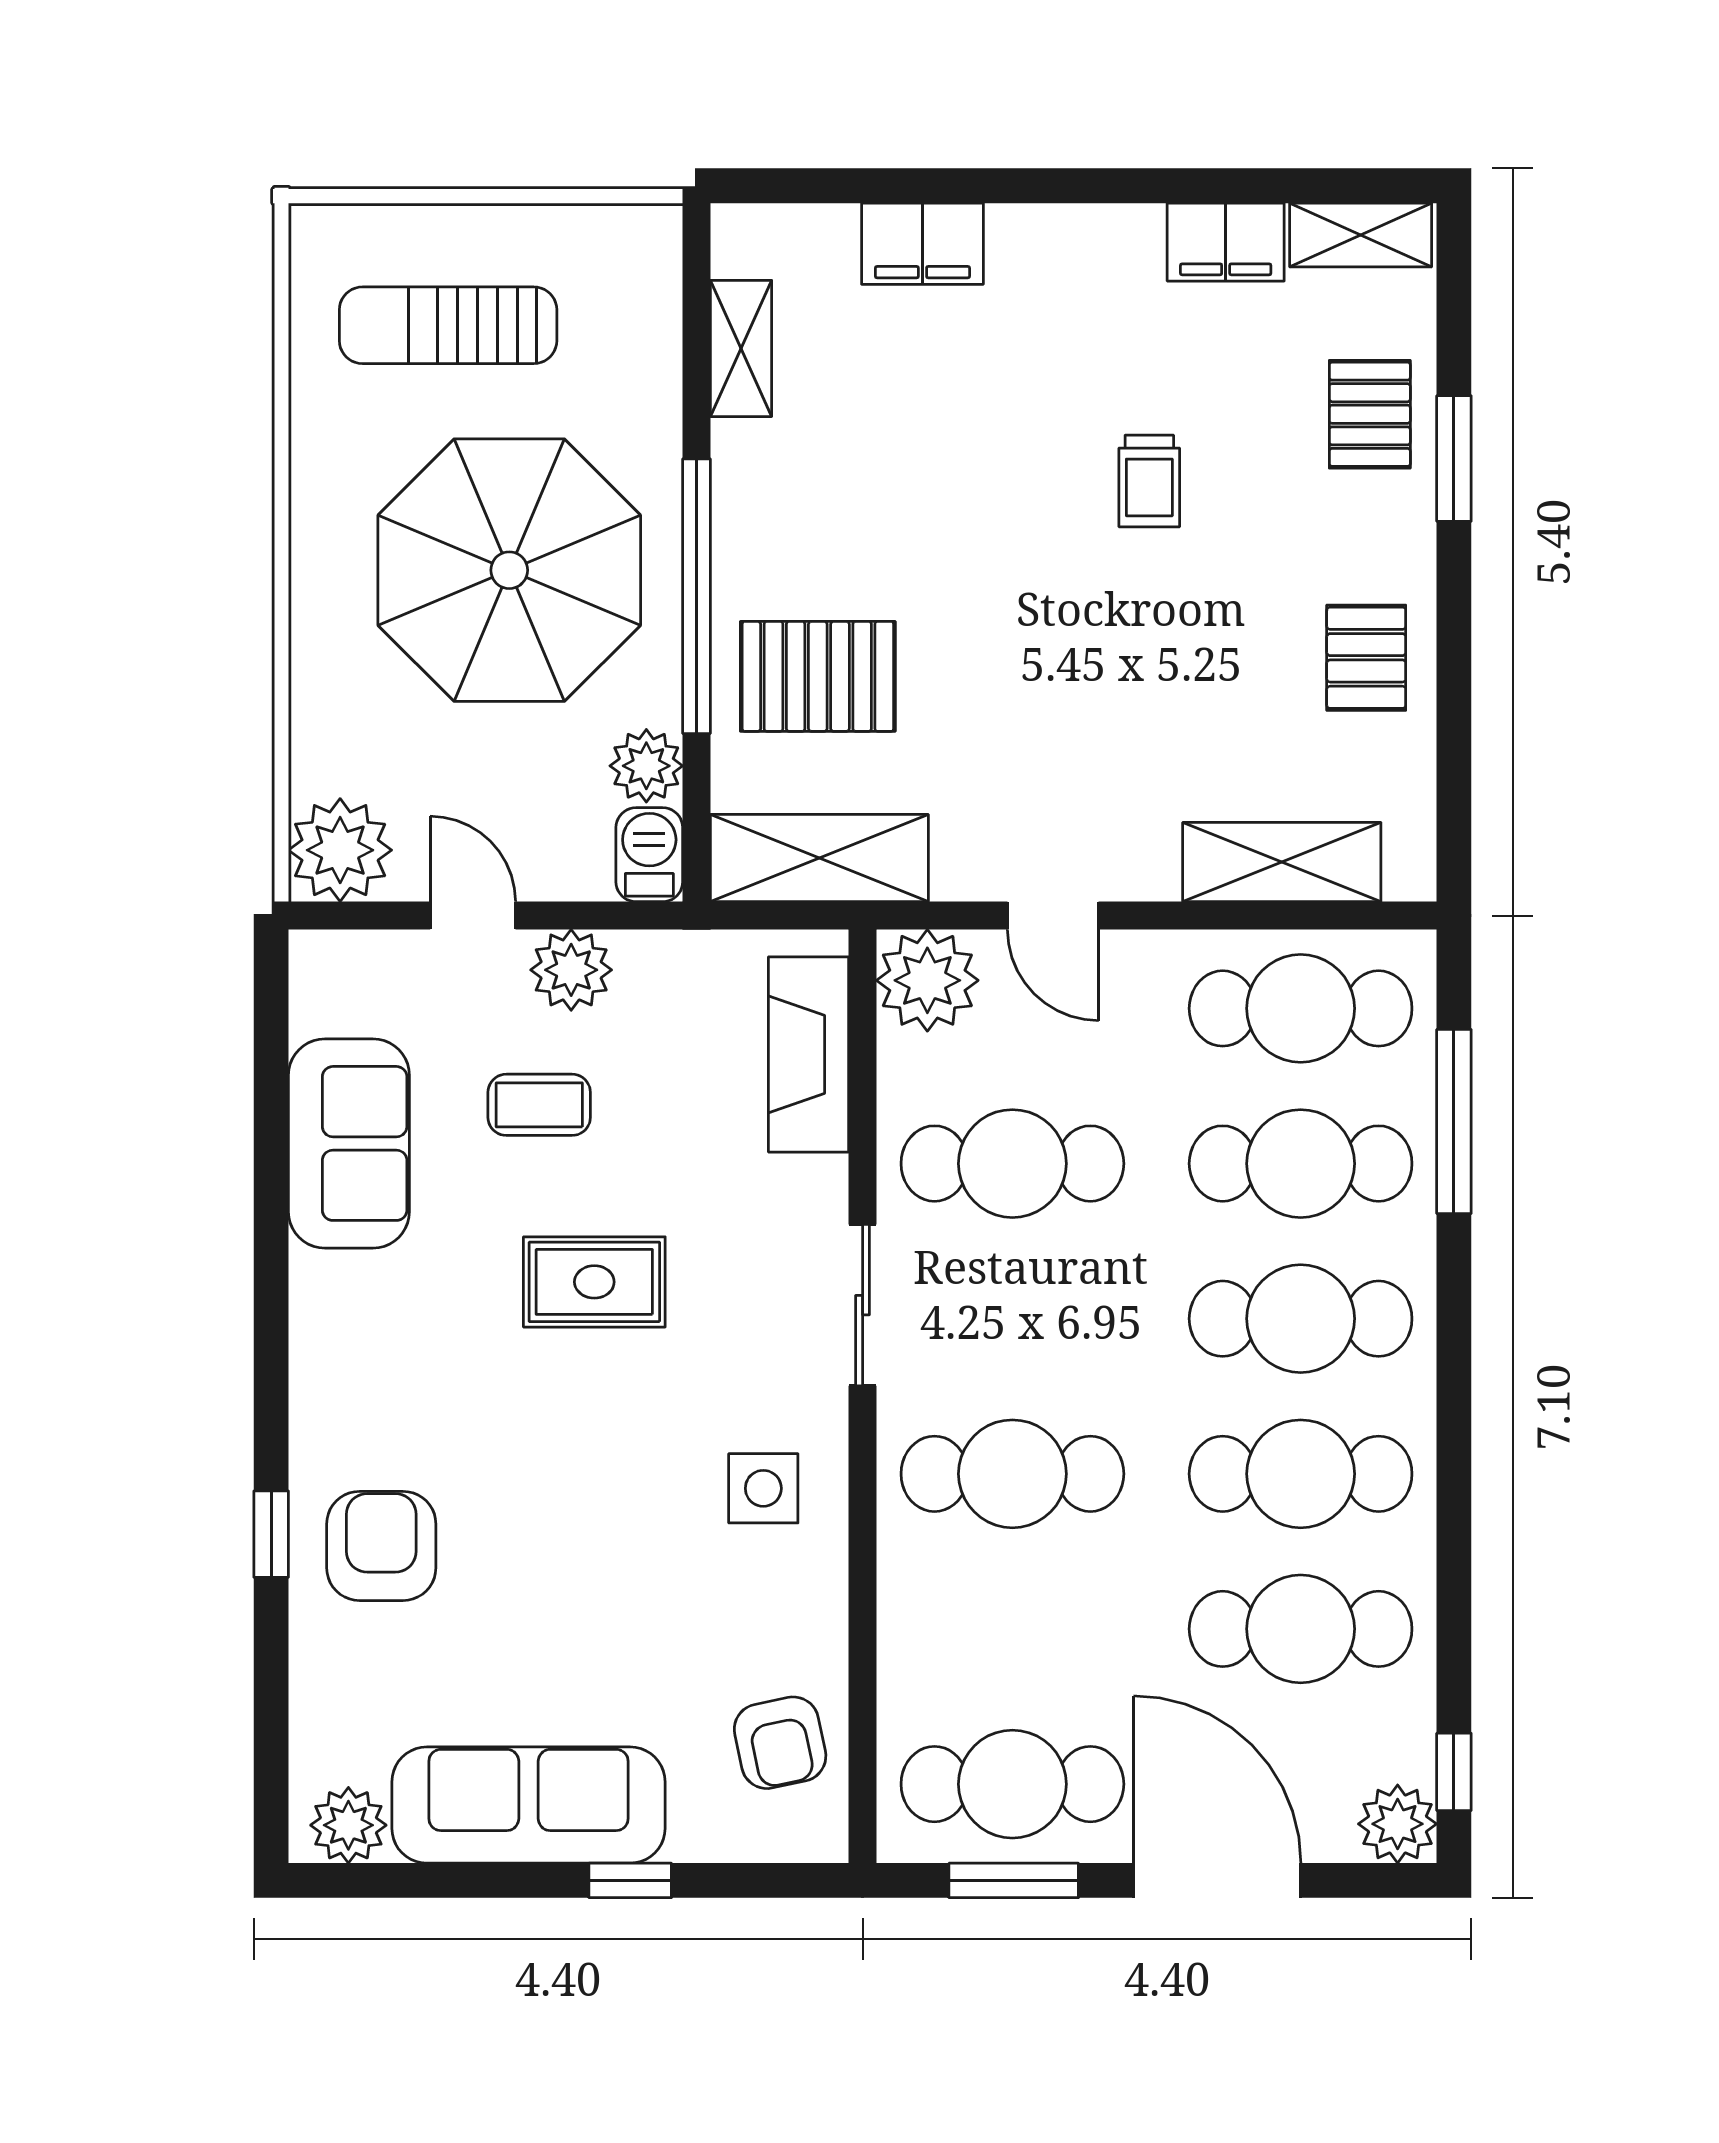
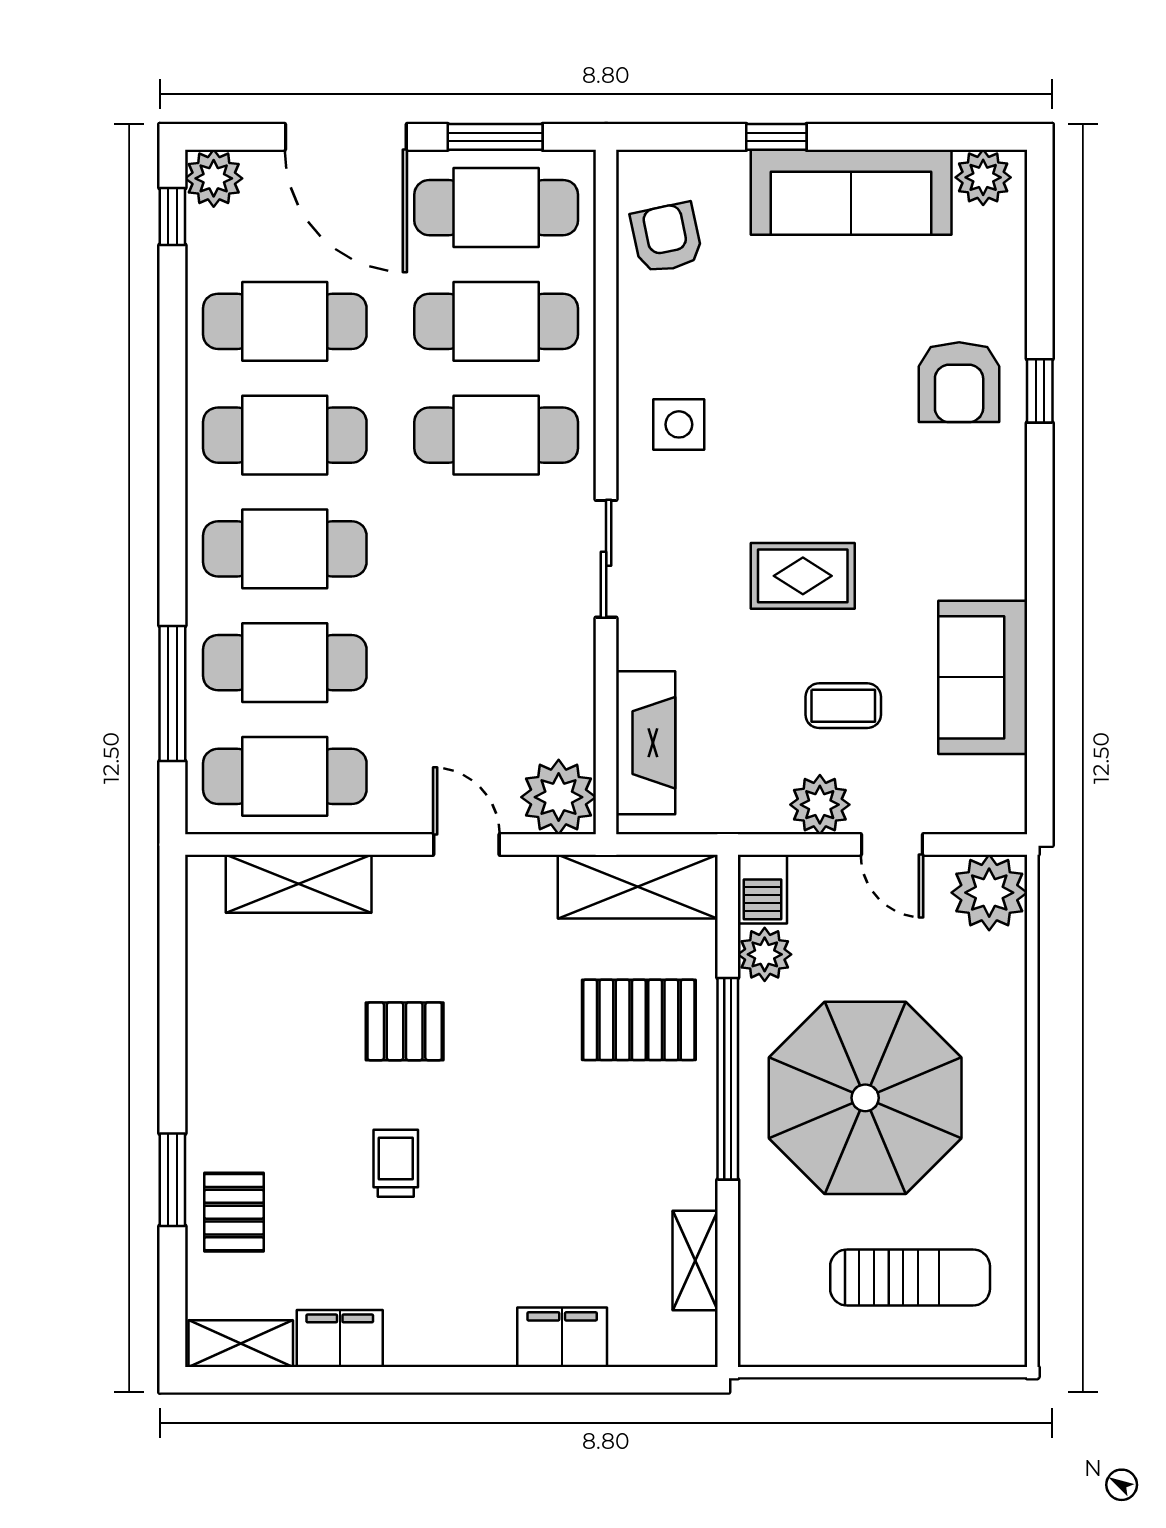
pallet: (1366, 658) -> (405, 1031), moved, turned 90
cafe table: (1012, 1164) -> (496, 321), moved

